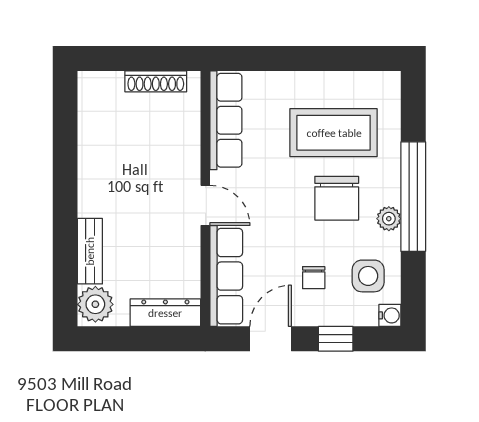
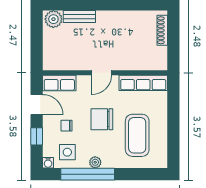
shoe rack: (156, 81) -> (162, 30), moved
window: (413, 197) -> (88, 174), moved
chair: (337, 198) -> (102, 119), moved
row of seats: (226, 276) -> (59, 83), width x0.68
dresser: (165, 313) -> (49, 53), removed

